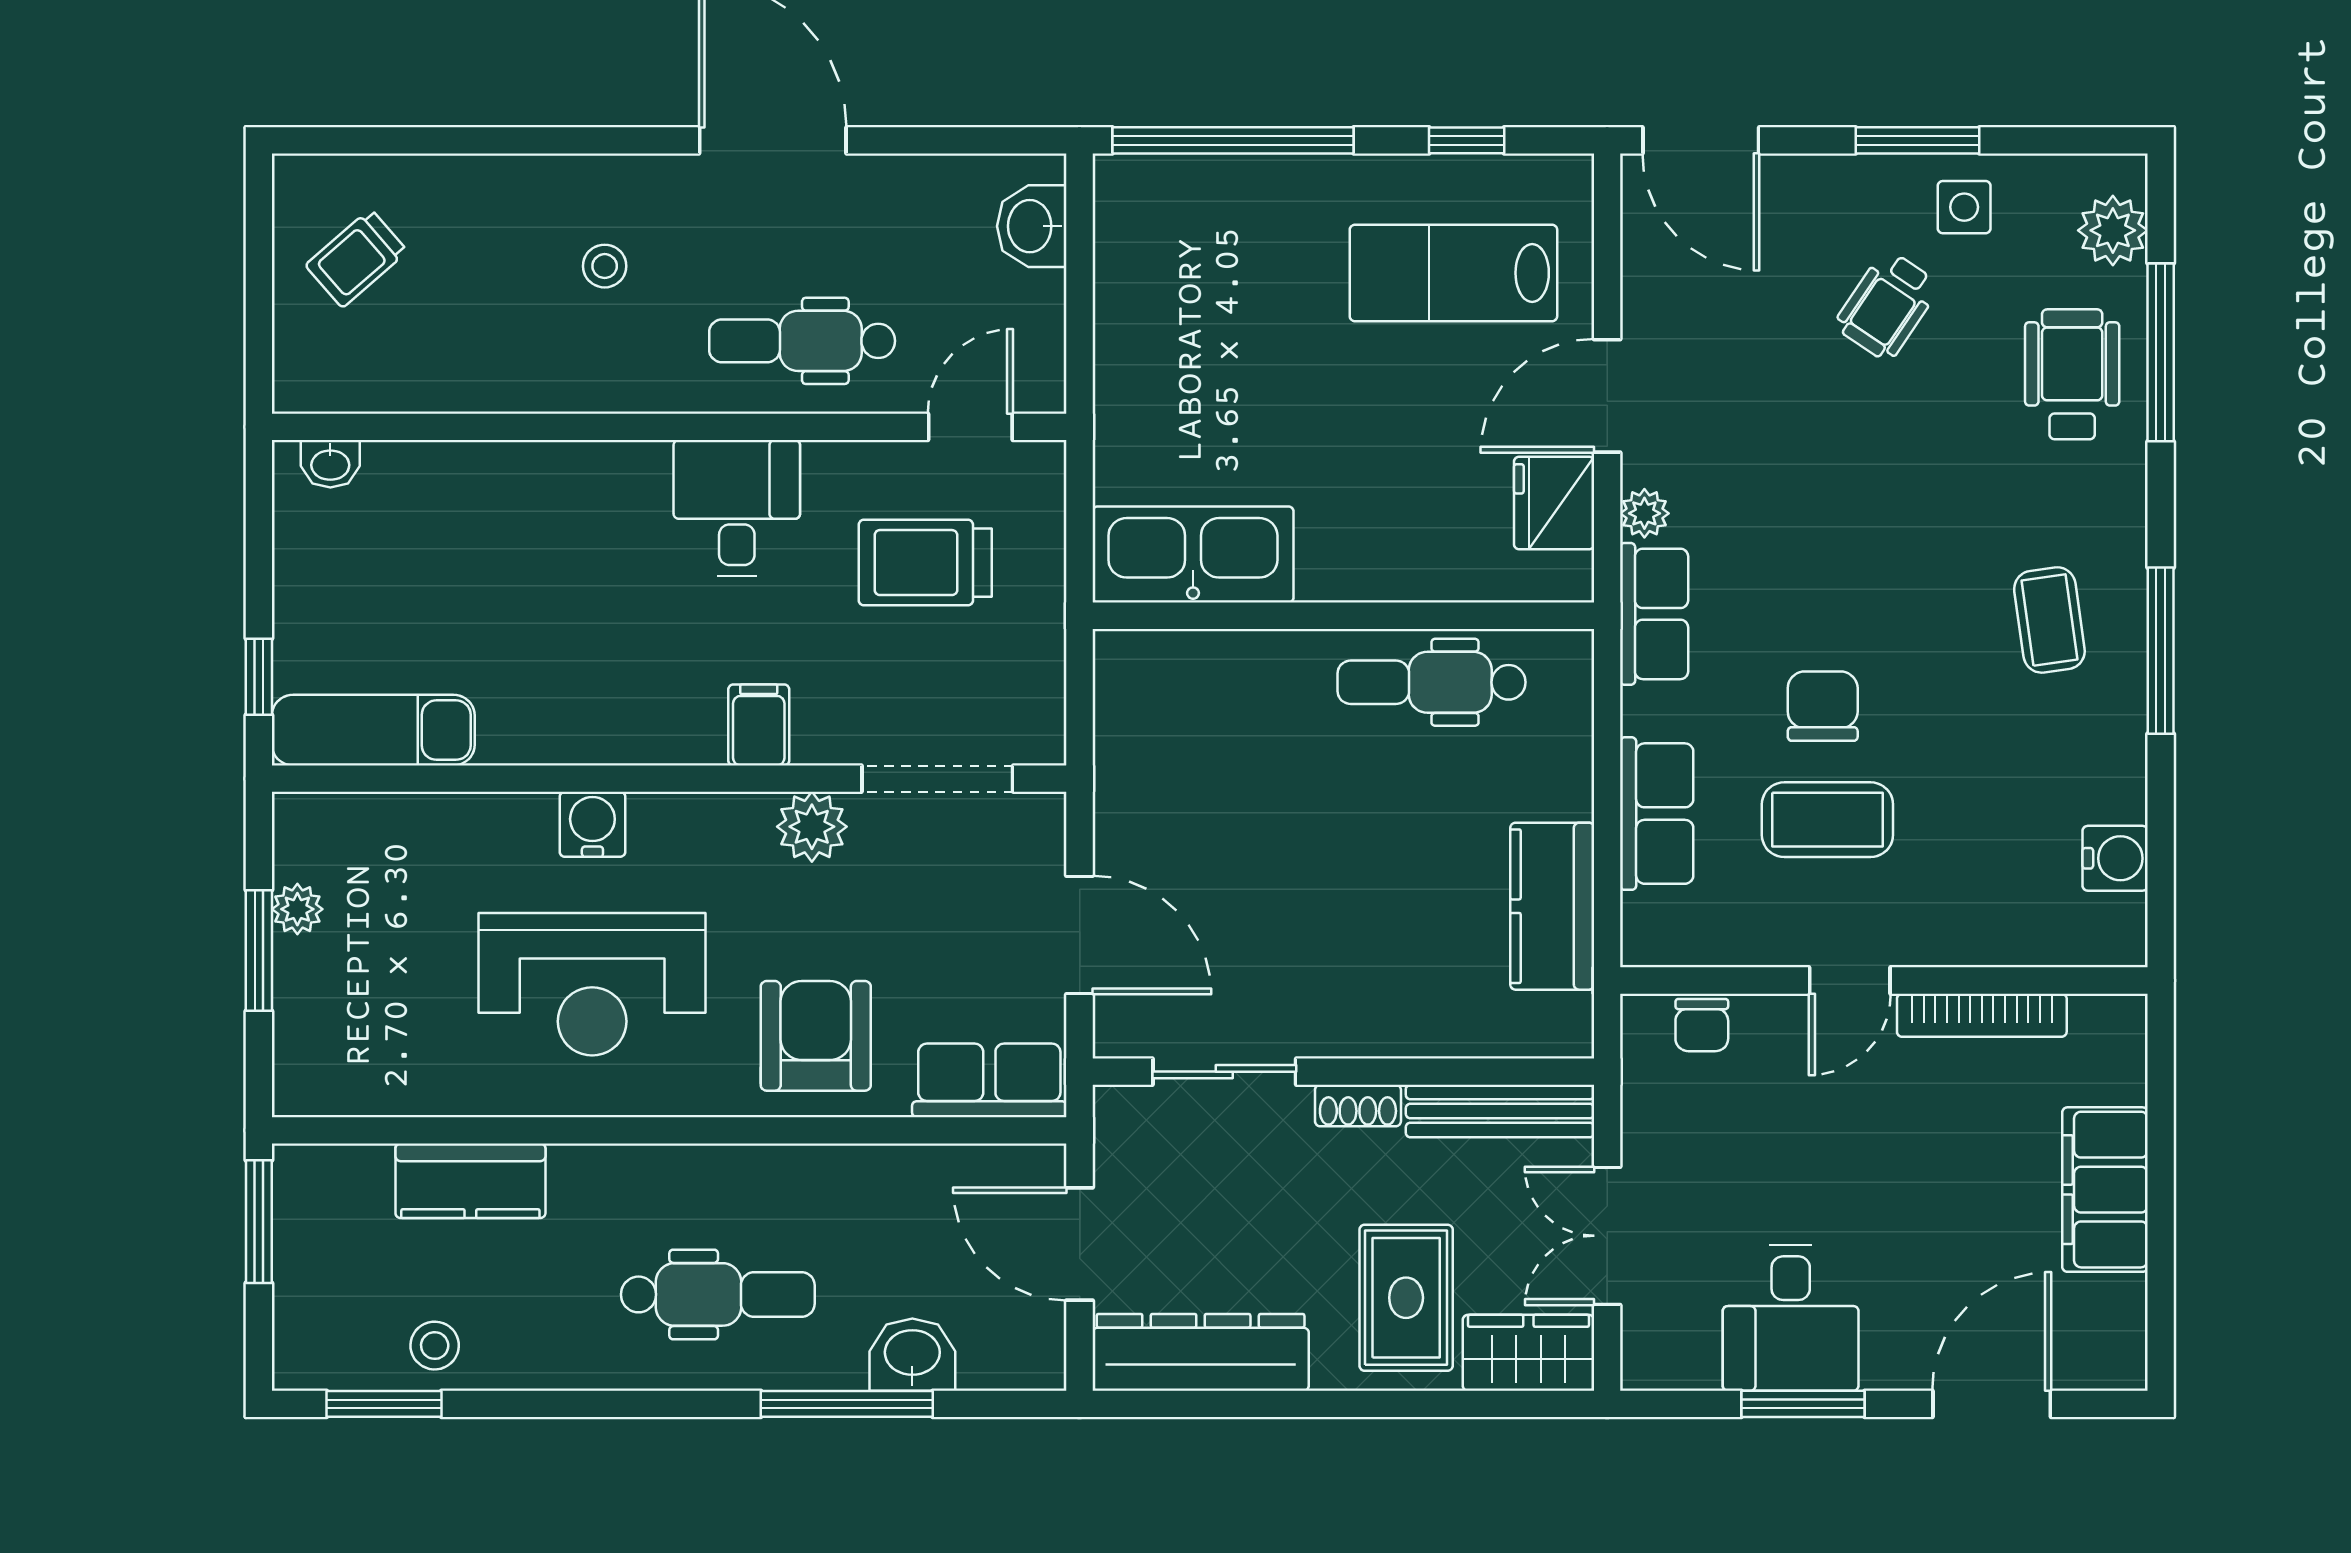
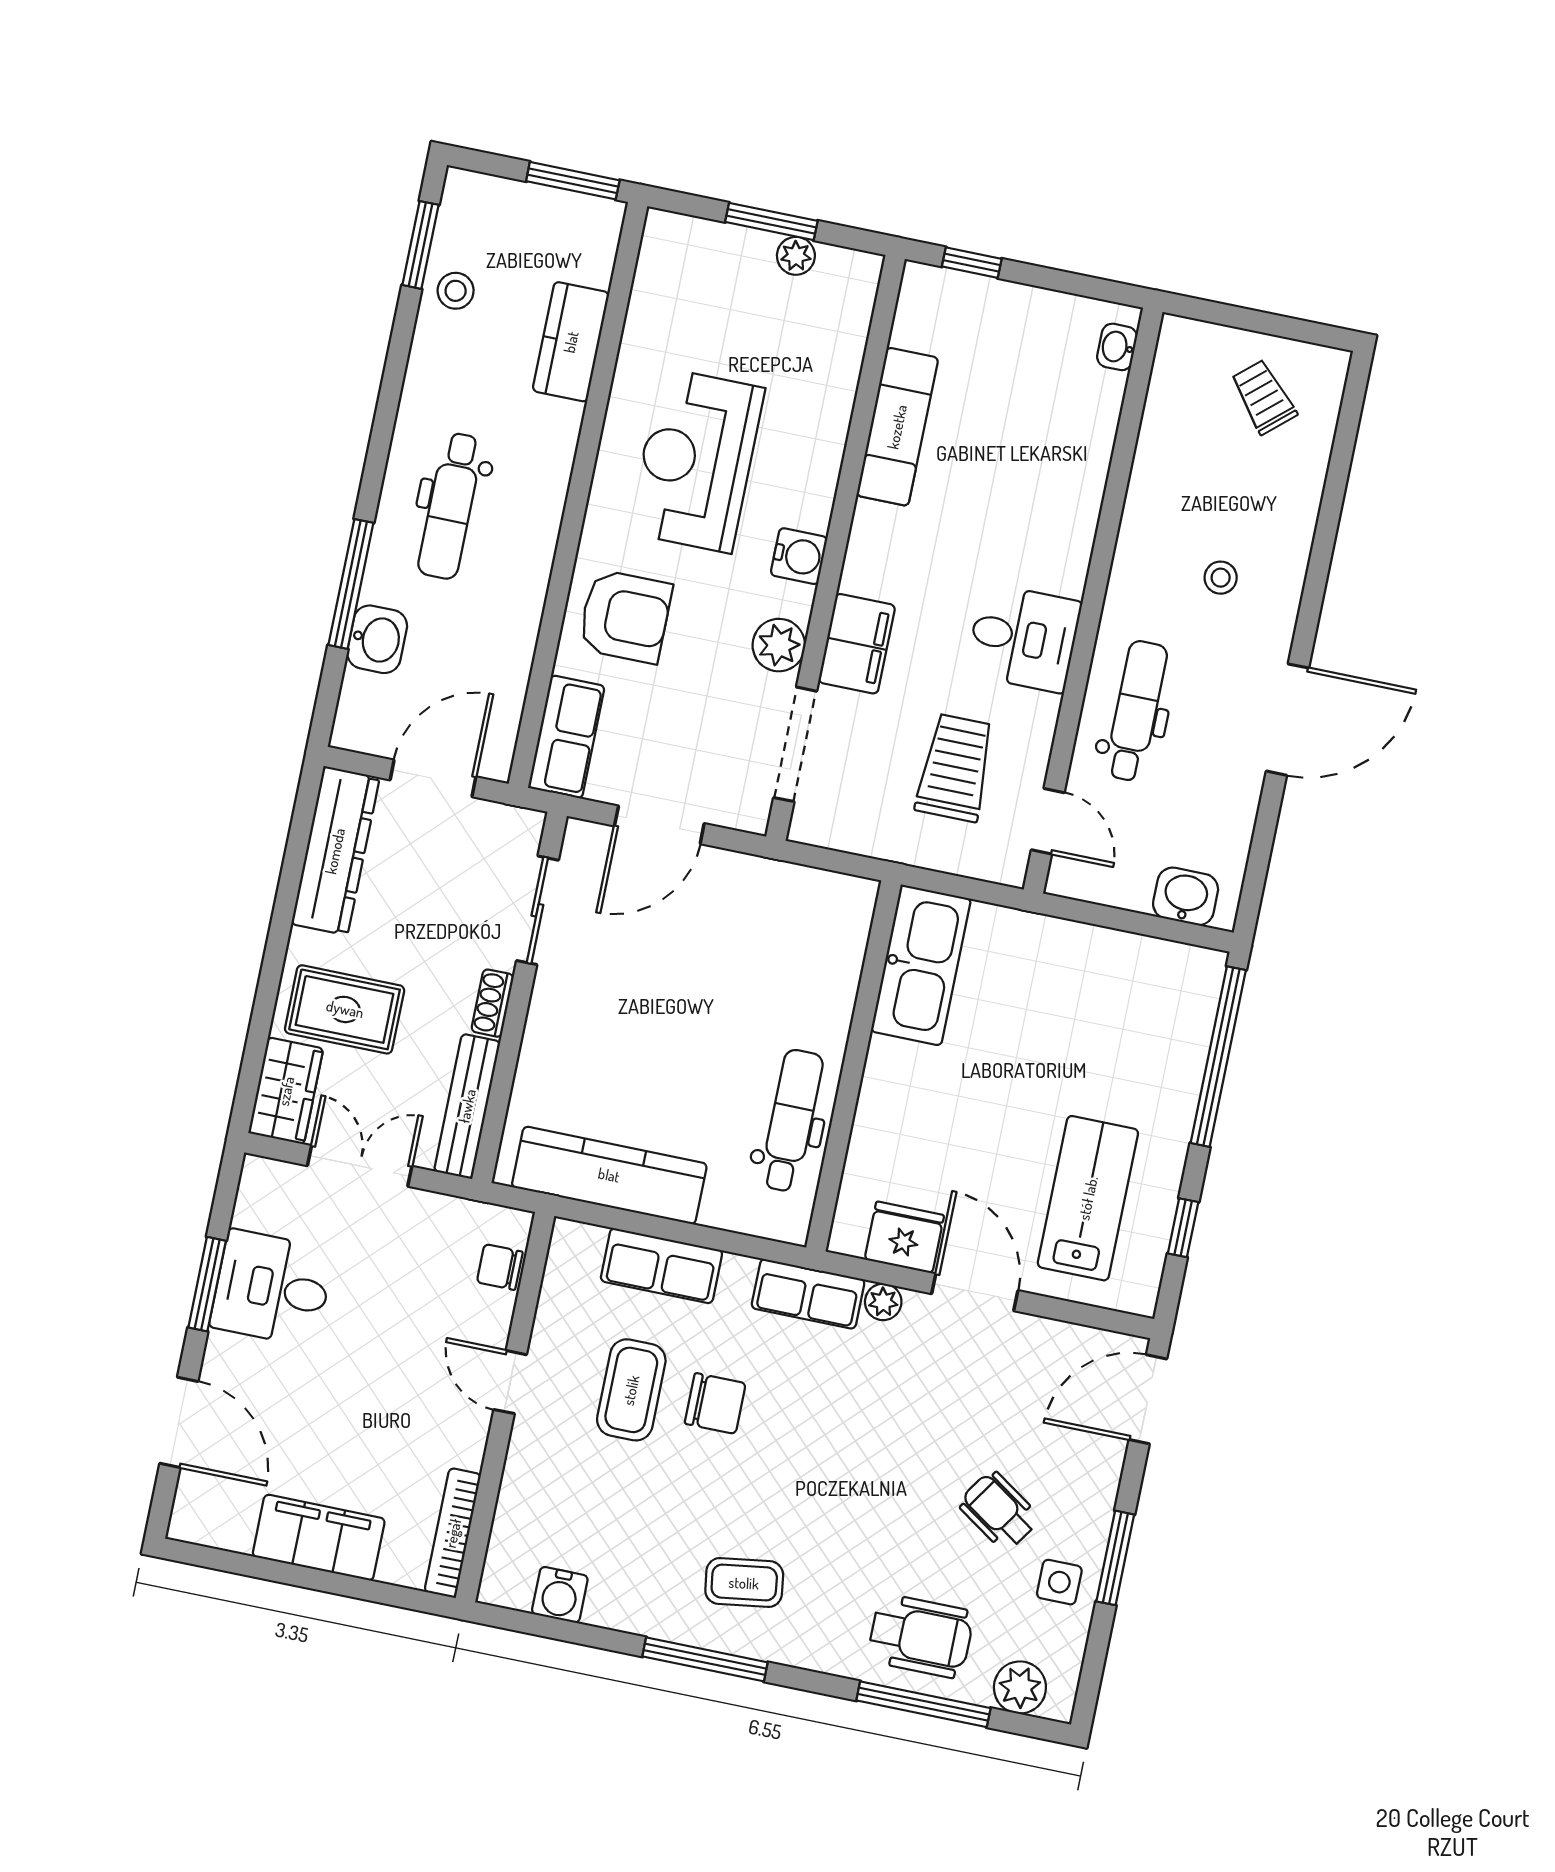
filing cabinet: (759, 725) -> (857, 644), width x2.00
exam couch: (373, 730) -> (897, 427), moved
water cooler: (592, 824) -> (799, 556), moved
kitchen counter: (1552, 906) -> (609, 1175), width x1.50
bookcase: (1982, 1015) -> (453, 1533), moved

